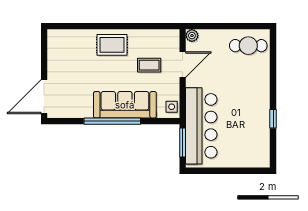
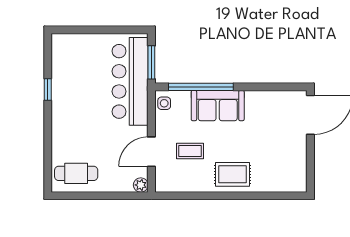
sofa: (125, 105) -> (218, 106), width x0.73
window: (112, 121) -> (201, 87), moved

